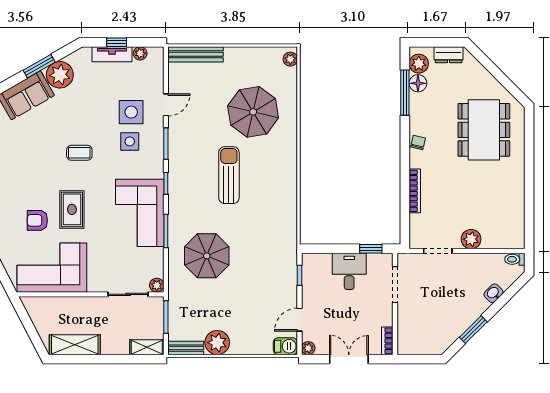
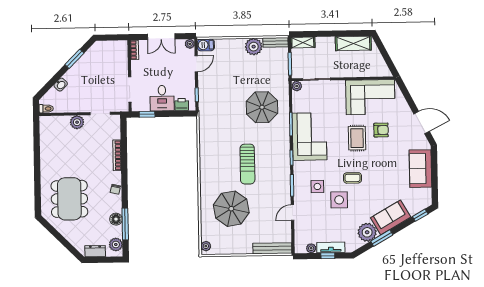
floor lamp: (418, 83) -> (116, 219), moved
side table: (131, 112) -> (339, 200), moved
printer: (321, 262) -> (182, 104), added

